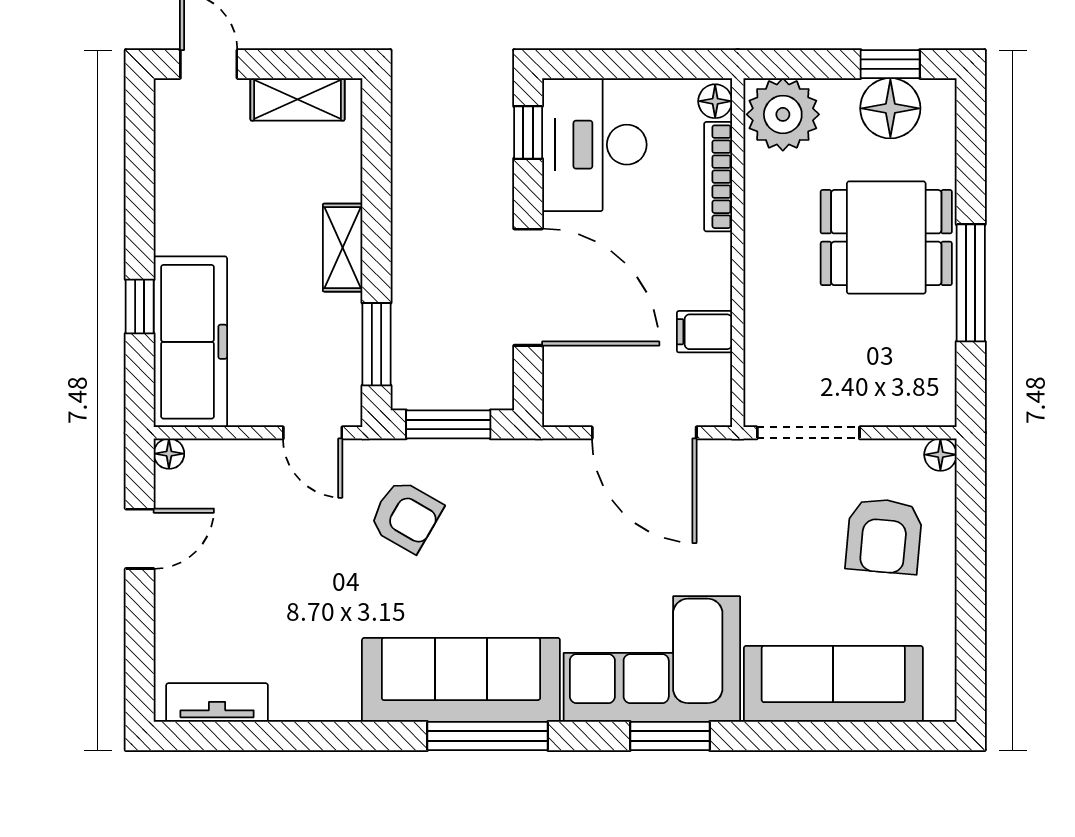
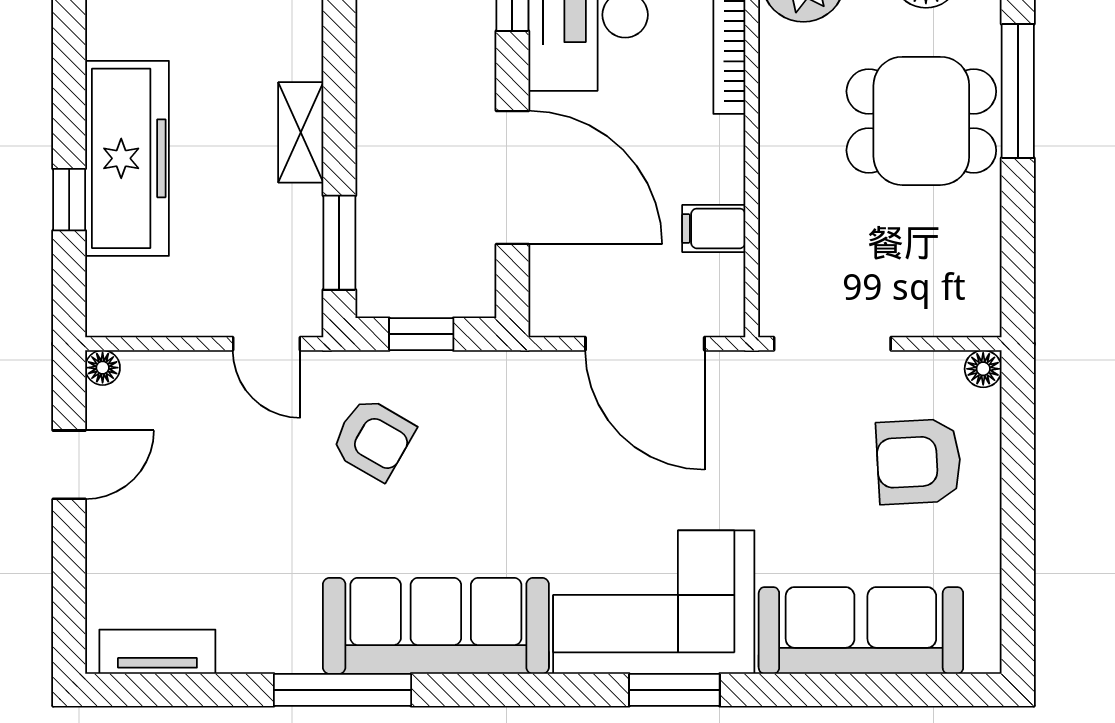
window: (971, 283) -> (1018, 91), moved
freezer: (190, 342) -> (127, 158), moved
window: (448, 424) -> (421, 334), width x0.67
armchair: (884, 536) -> (919, 462), turned 82
window: (488, 736) -> (343, 690), moved

